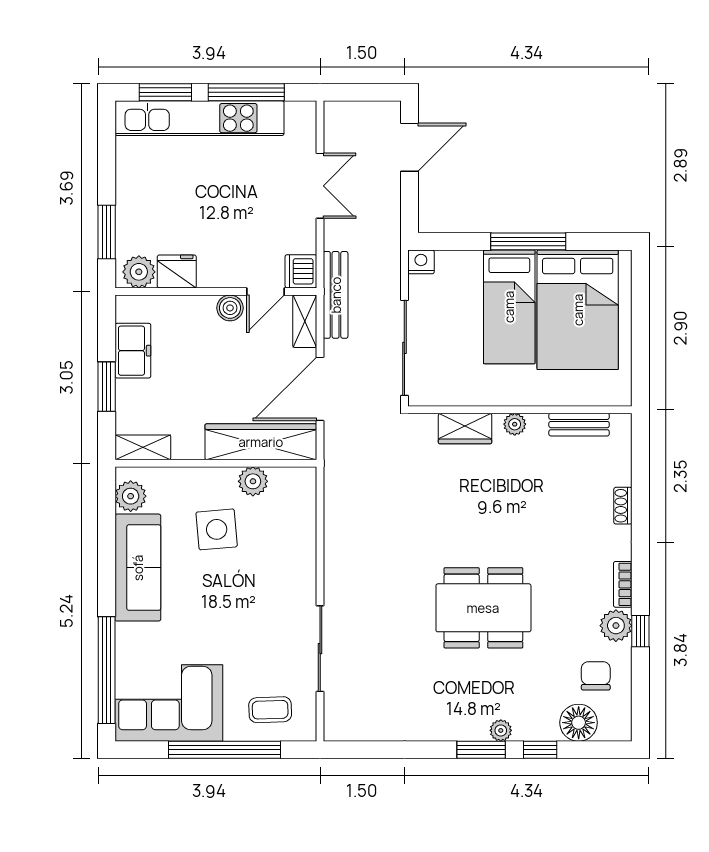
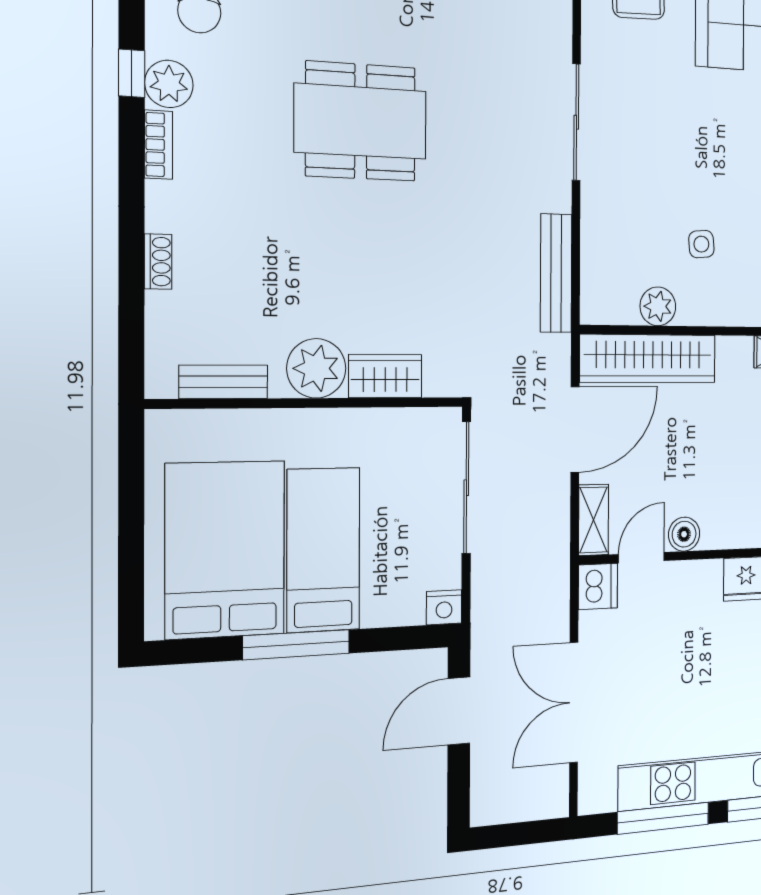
door: (410, 147) -> (459, 711), moved
double door: (320, 186) -> (574, 703), width x1.37
bench: (336, 295) -> (556, 273), moved
plant: (515, 424) -> (316, 368), width x1.88, depth x1.88
side table: (217, 529) -> (701, 244), width x0.54, depth x0.54
sliding door: (320, 649) -> (576, 122), moved

